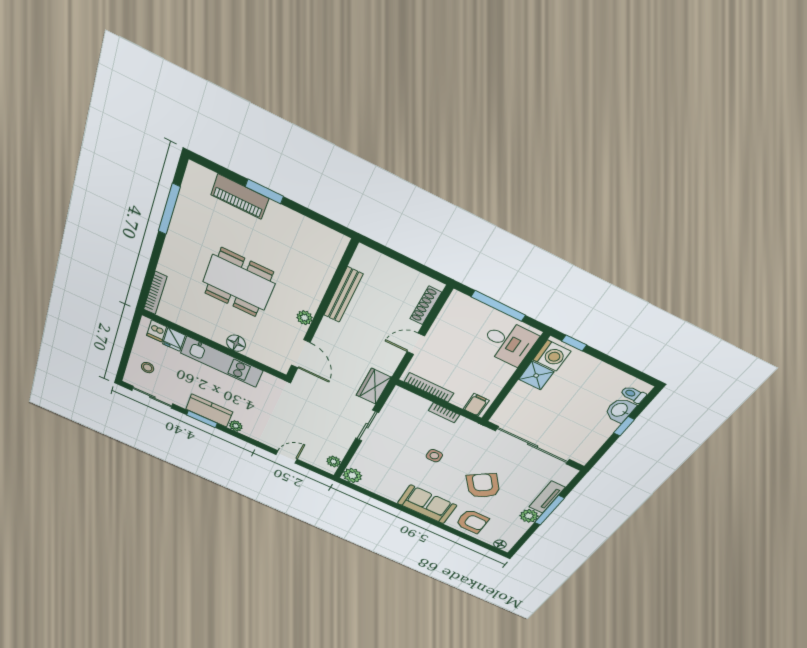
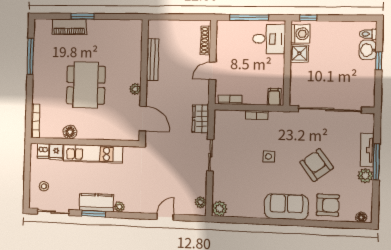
dining table: (239, 283) -> (86, 85), turned 90
floor lamp: (236, 343) -> (70, 132), moved
bookcase: (429, 387) -> (230, 100), width x0.64

